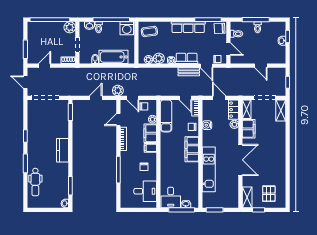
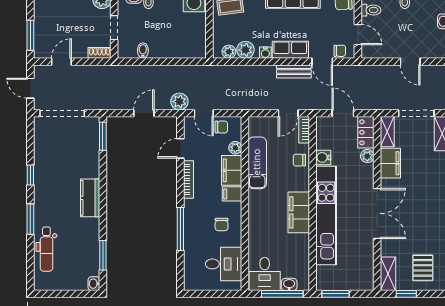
bathtub: (114, 57) -> (173, 47), removed
door: (185, 98) -> (288, 113), hinge flipped
exam couch: (166, 116) -> (257, 163), moved
filing cabinet: (192, 149) -> (299, 212), moved
kitchen unit: (209, 169) -> (326, 216), width x1.36

